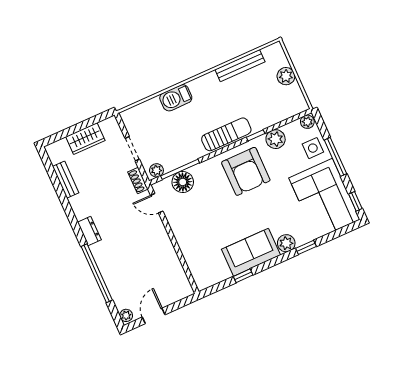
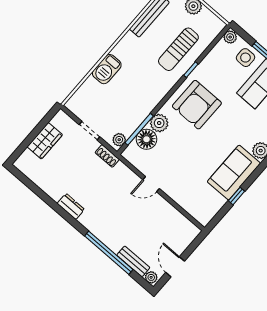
sun lounger: (226, 134) -> (178, 49), moved, turned 180
plant: (276, 139) -> (159, 123), moved
armchair: (246, 171) -> (197, 105), turned 90
bench: (66, 180) -> (133, 261), moved
door: (157, 203) -> (151, 184), moved
dresser: (89, 231) -> (71, 206), moved

